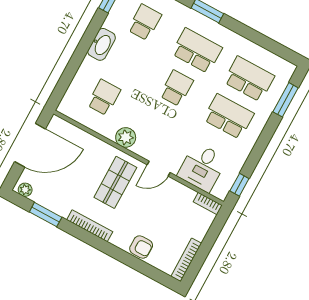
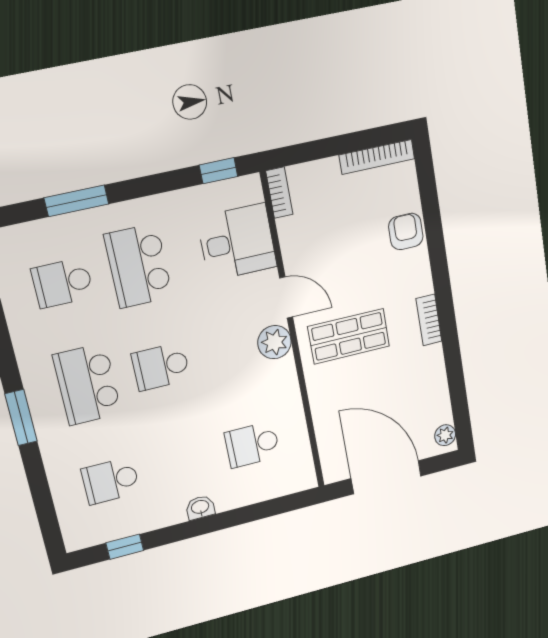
washbasin: (102, 44) -> (200, 507), width x0.52, depth x0.69
school desk: (249, 79) -> (63, 283), width x0.54
window: (286, 100) -> (76, 201), moved
plant: (126, 137) -> (274, 342), moved
window: (46, 215) -> (457, 385), removed
bookcase: (90, 226) -> (429, 320), width x0.64

